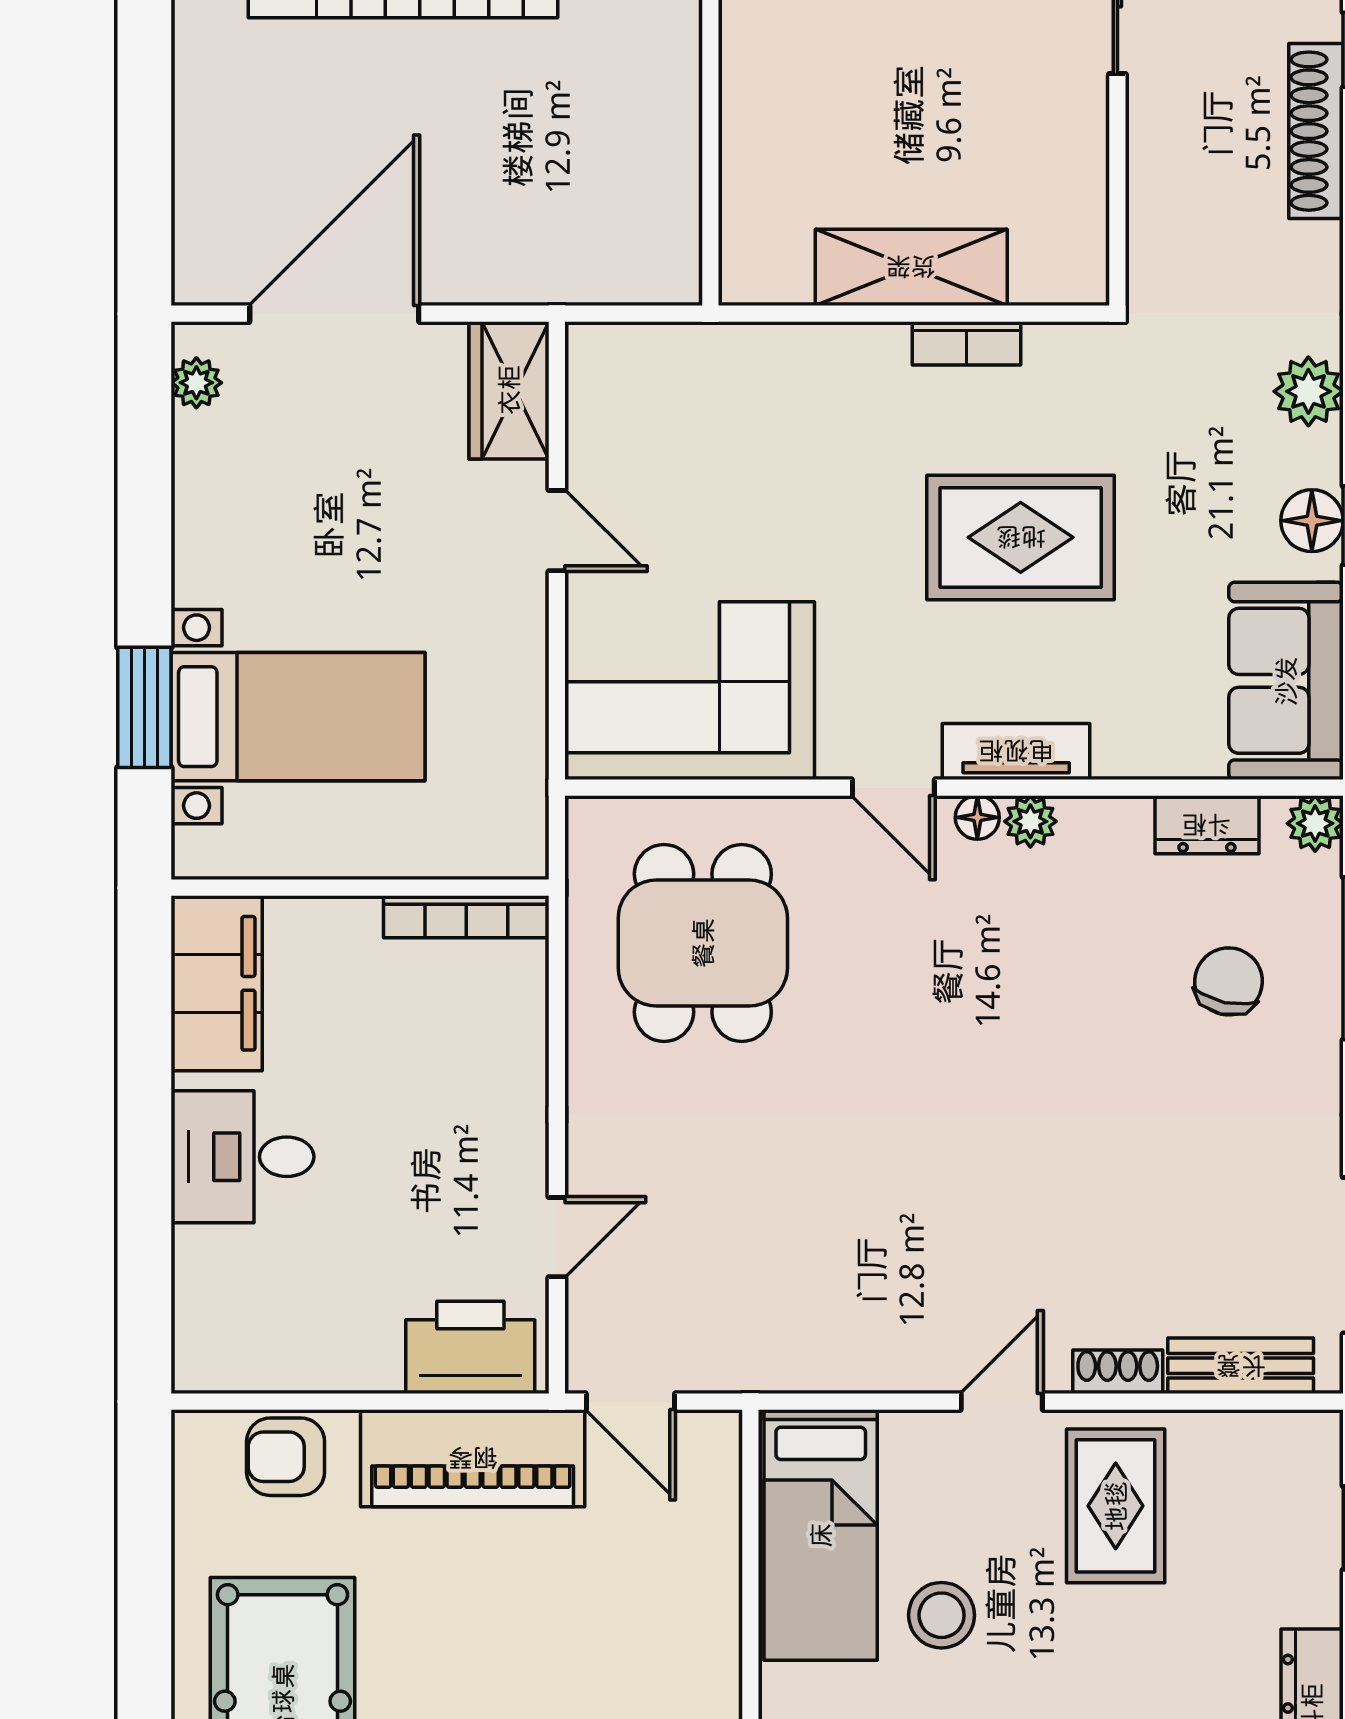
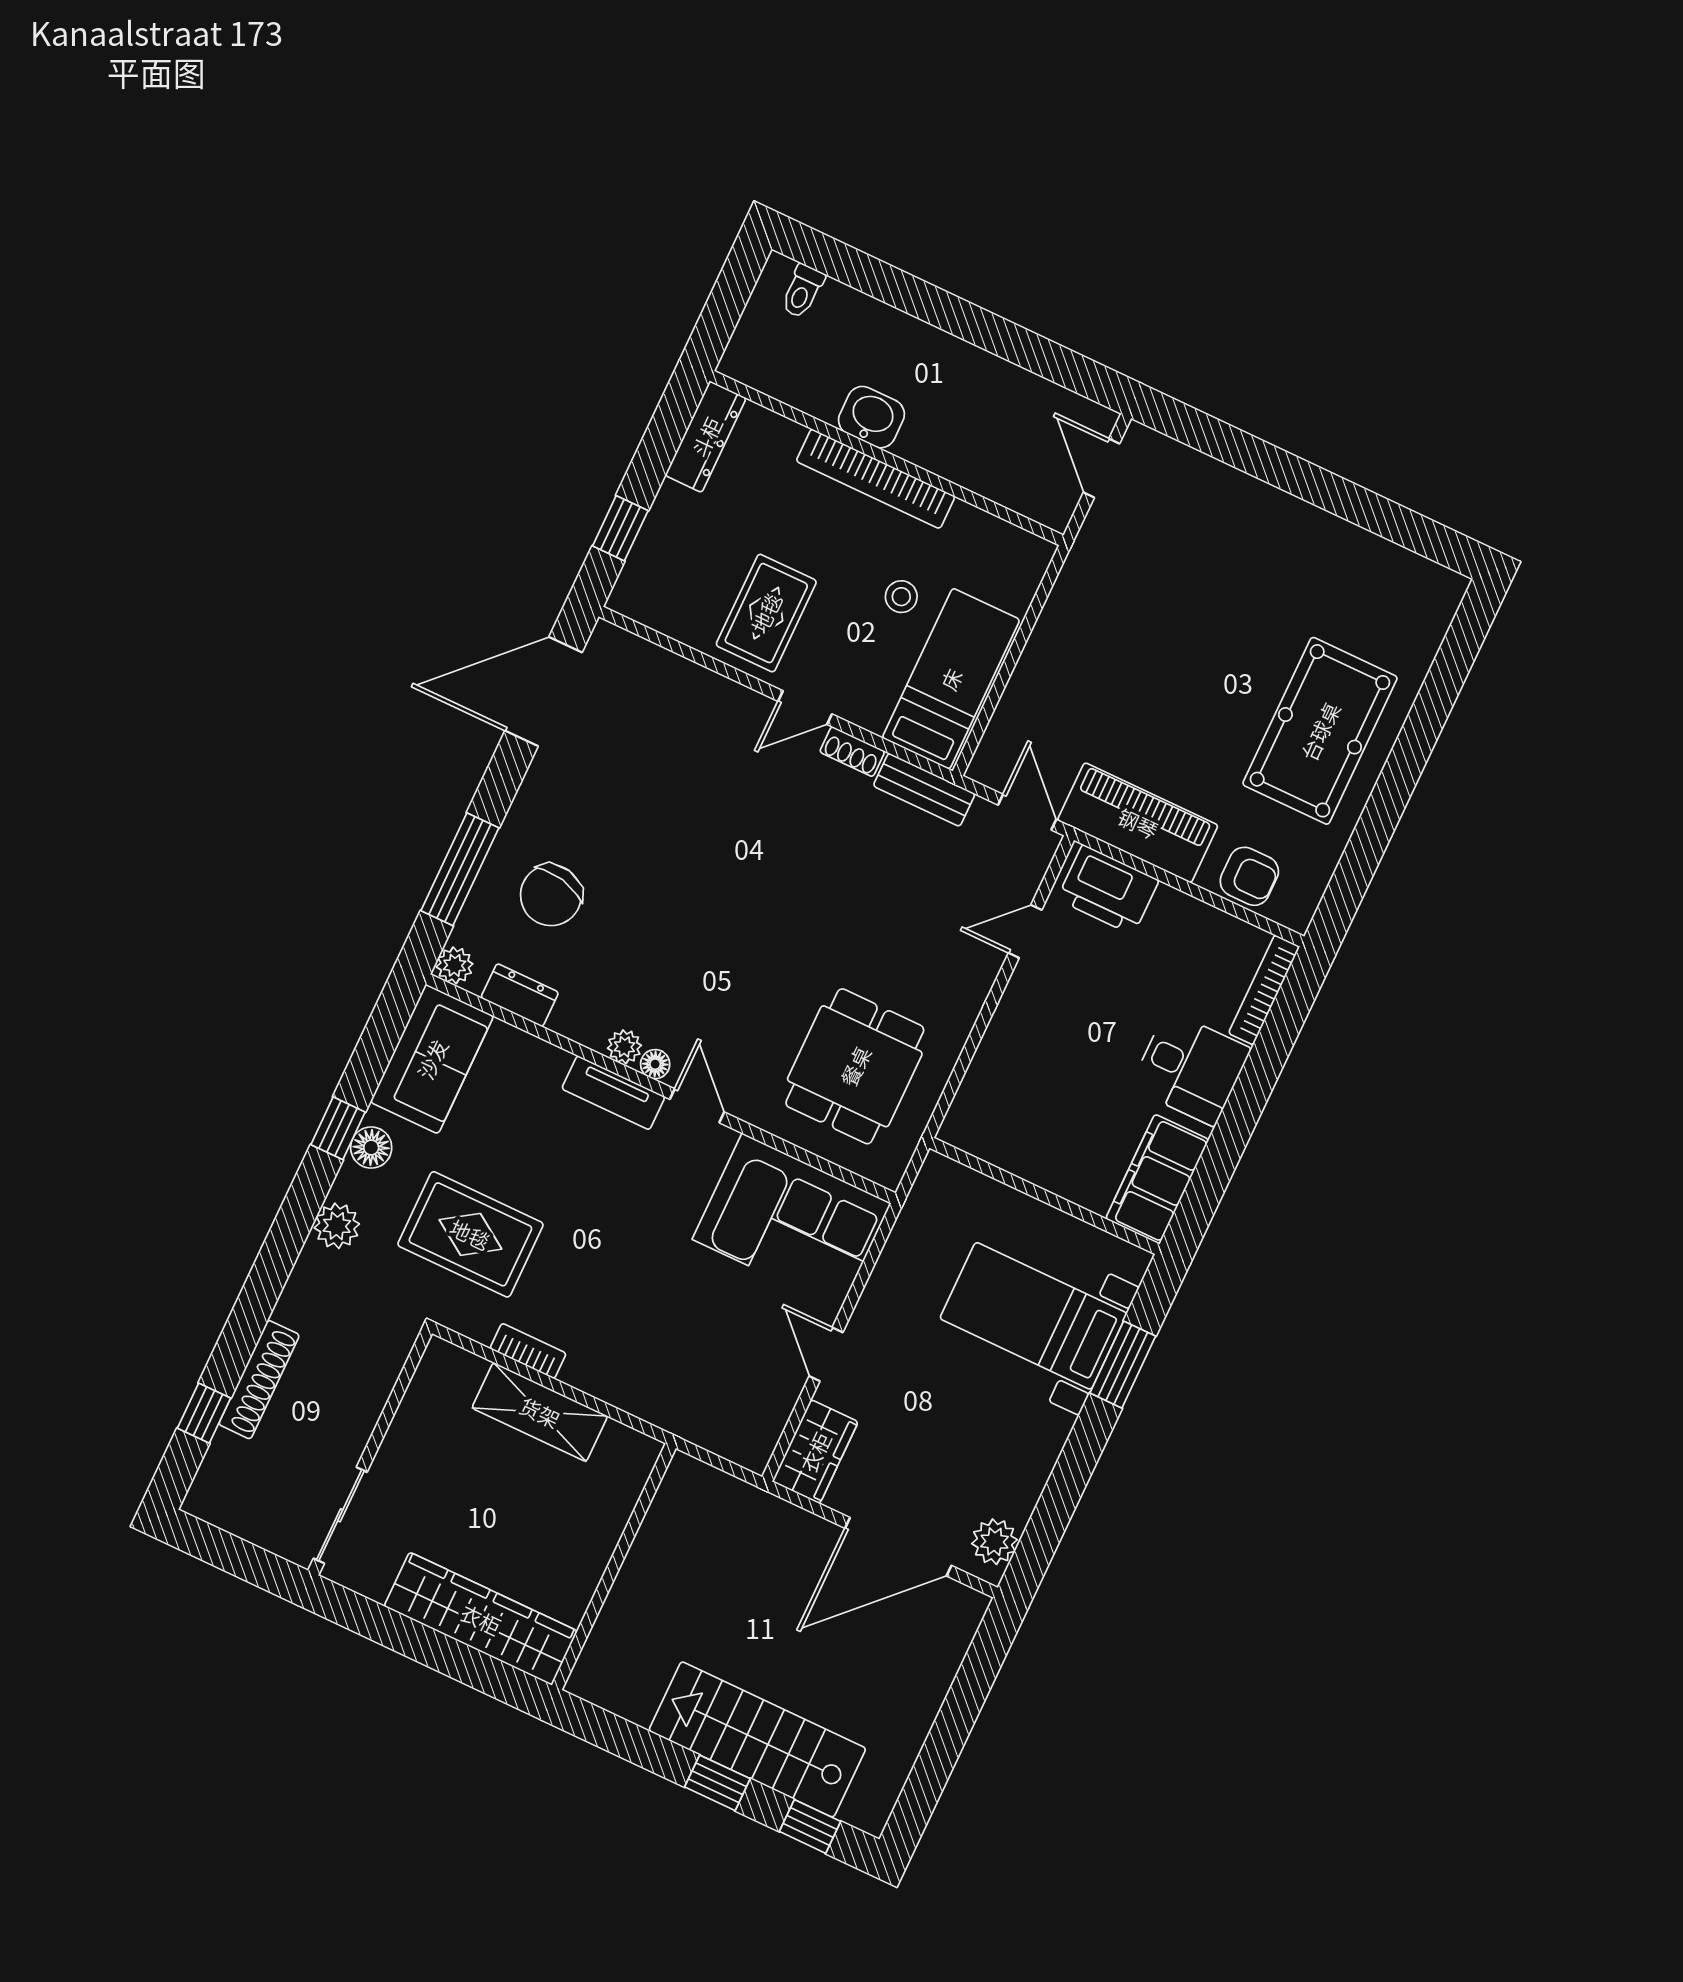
plant: (196, 383) -> (995, 1542), width x1.38, depth x1.38
rug: (1021, 537) -> (470, 1234), moved
bookcase: (466, 917) -> (1264, 990), moved, turned -90
chair: (1229, 981) -> (551, 895), width x1.37, depth x1.37
bench: (1241, 1366) -> (924, 790), moved
shoe rack: (1118, 1372) -> (852, 752), moved
stool: (942, 1615) -> (901, 597), width x0.73, depth x0.73

